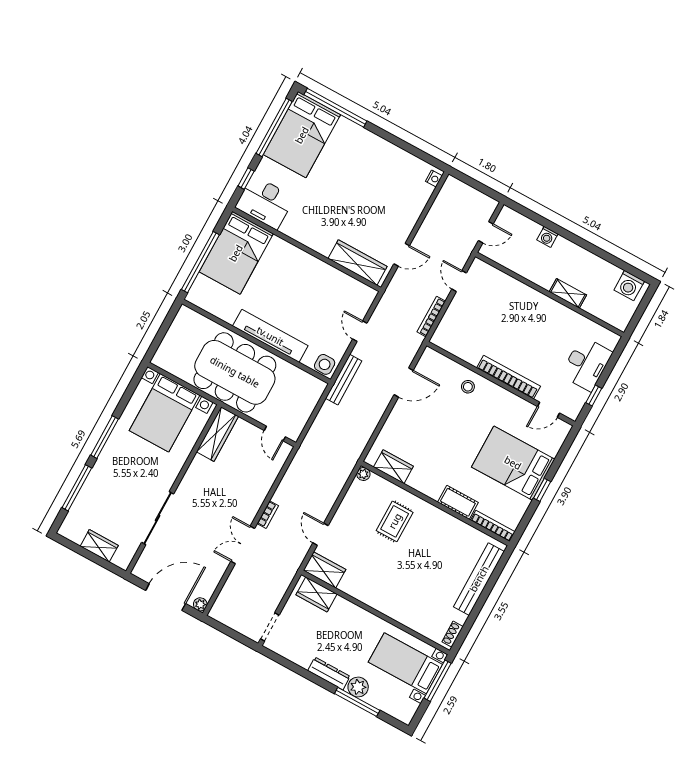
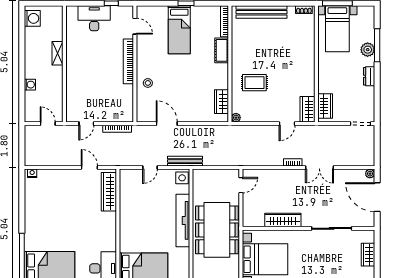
wardrobe: (217, 434) -> (283, 220), moved
bed: (513, 463) -> (179, 30), width x0.67
dresser: (329, 673) -> (369, 76), width x0.70

